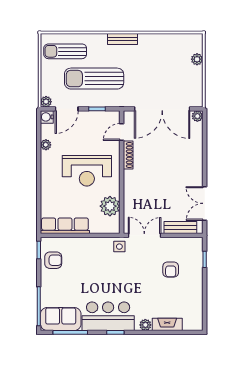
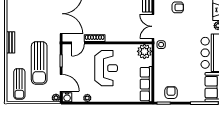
door: (122, 132) -> (78, 43), hinge flipped
plant: (110, 206) -> (144, 51), moved

